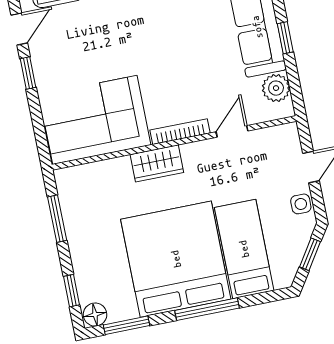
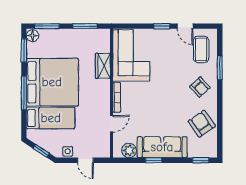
door: (232, 131) -> (112, 124), hinge flipped
wardrobe: (157, 163) -> (103, 66), moved
window: (72, 291) -> (47, 26), width x1.50

